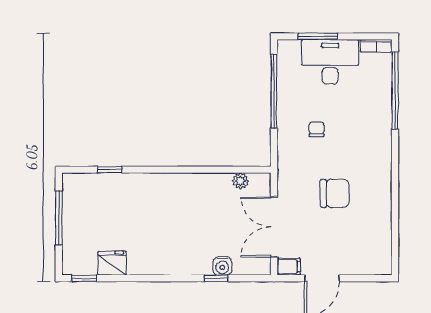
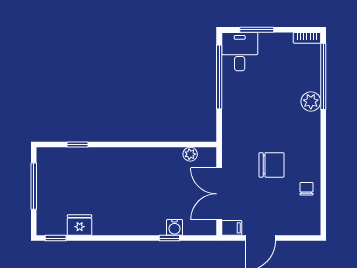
desk: (330, 62) -> (240, 52), moved, width x0.73
plant: (381, 120) -> (311, 102), added
chair: (317, 129) -> (307, 189), moved

